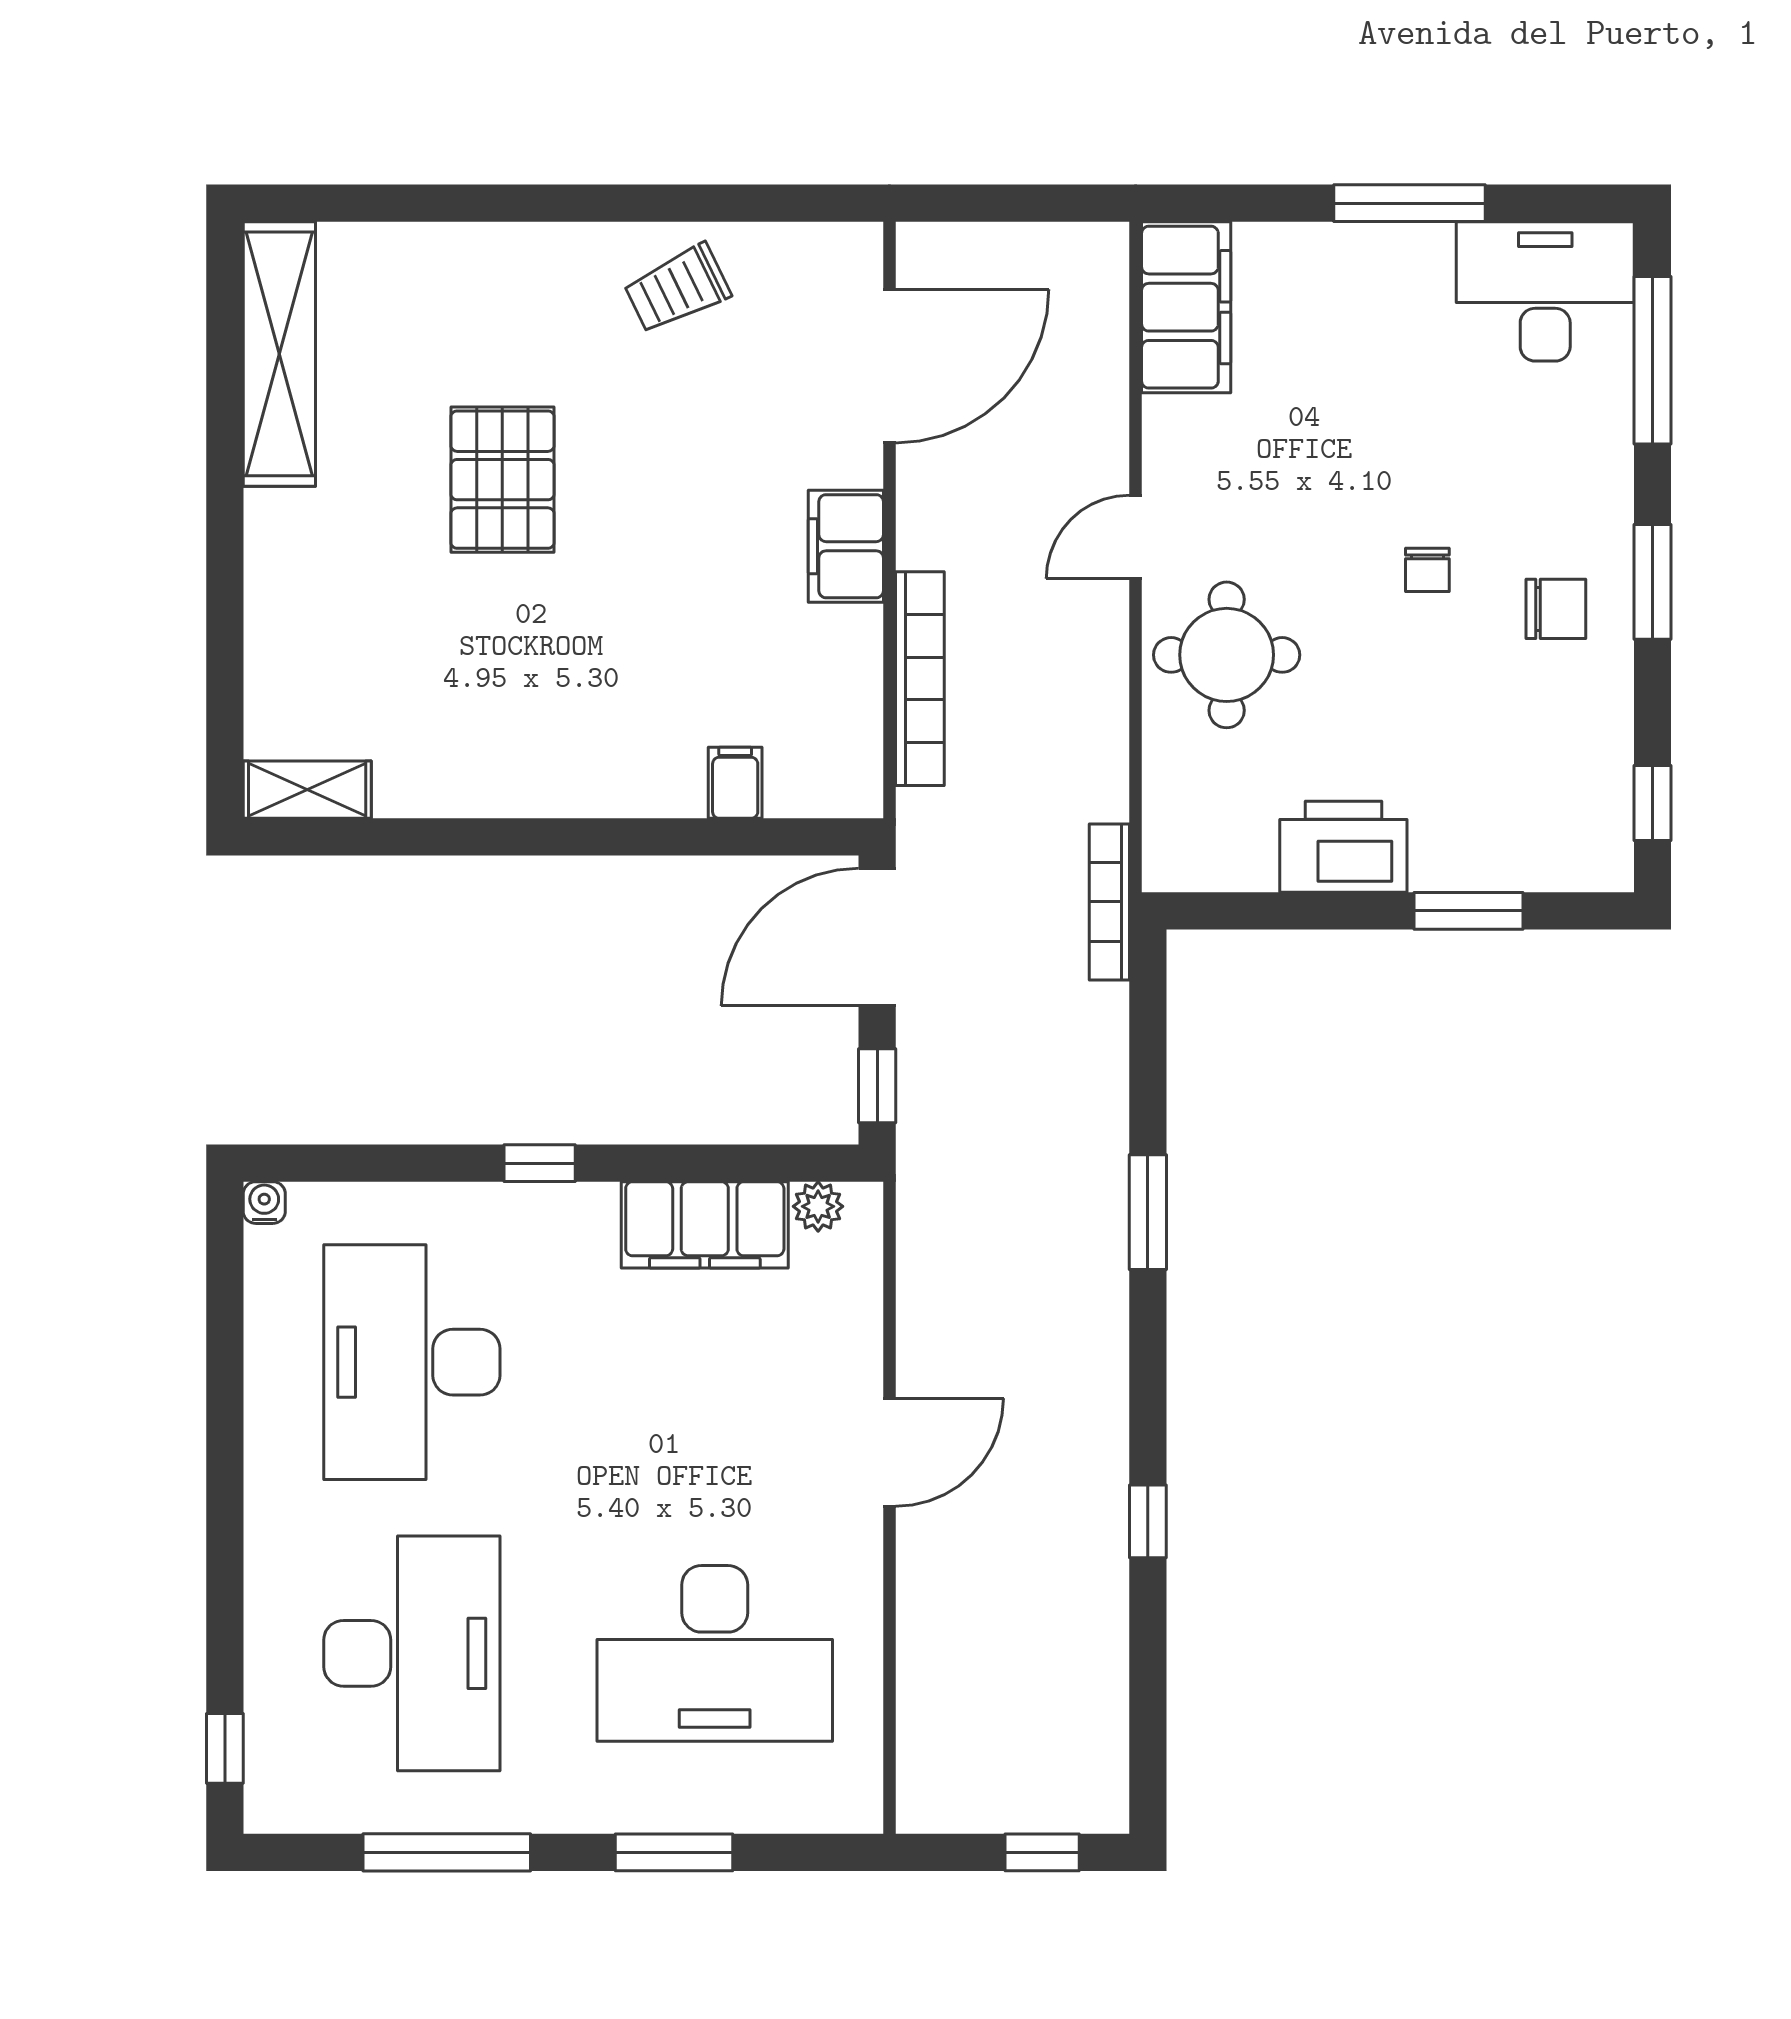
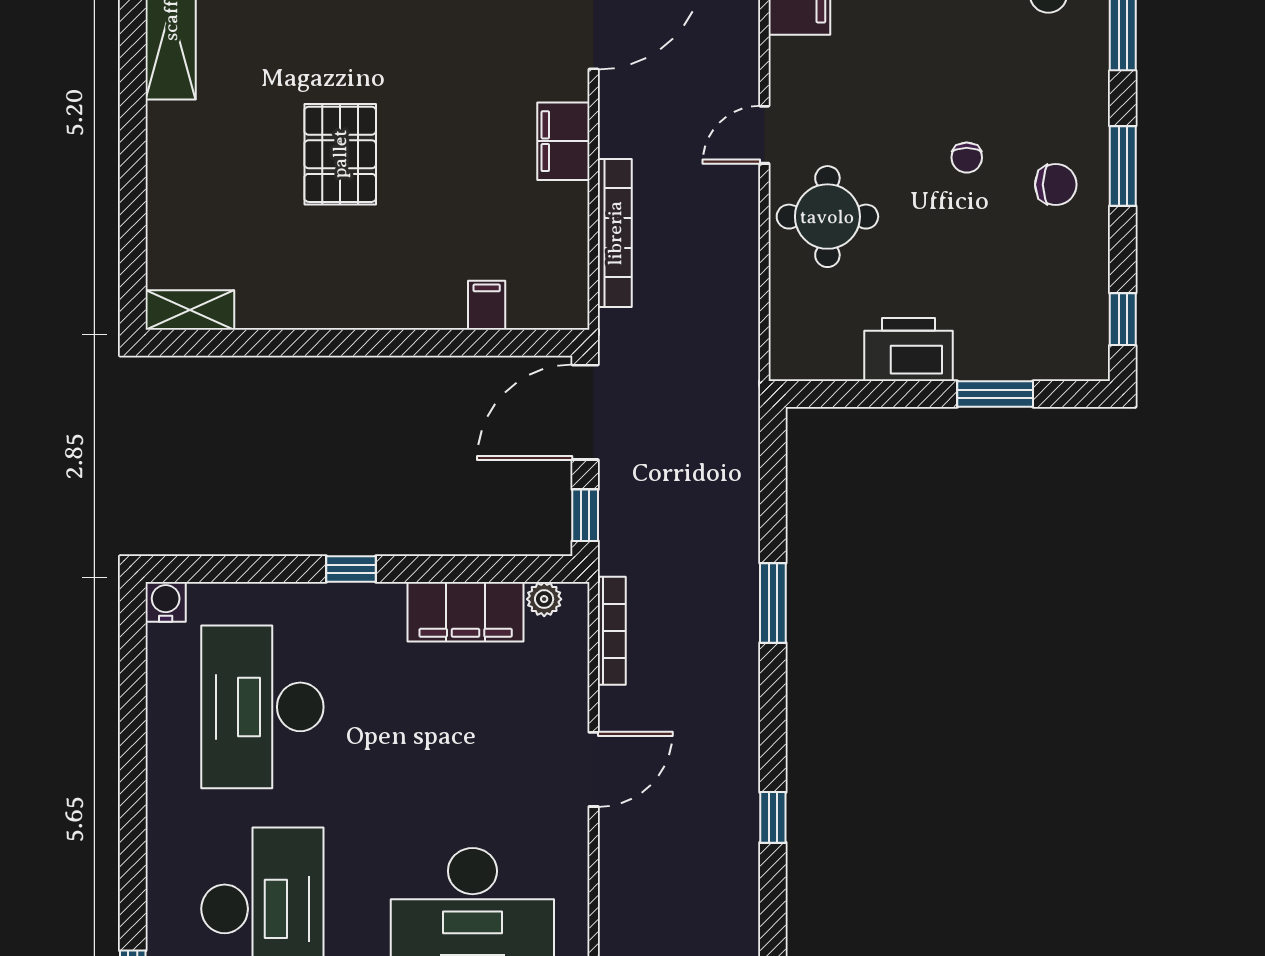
pallet: (502, 480) -> (340, 154), moved
bookcase: (1109, 902) -> (612, 631), moved, turned 180
water cooler: (264, 1203) -> (166, 602), width x1.38, depth x1.38

